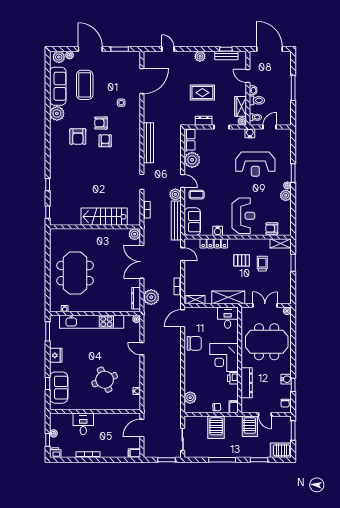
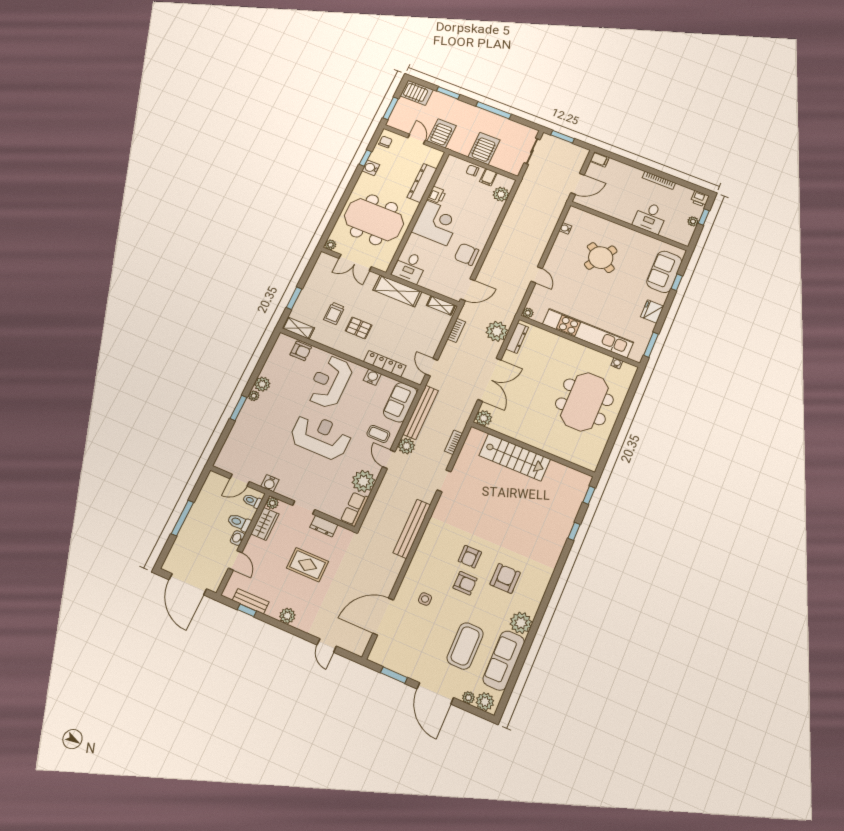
reception desk: (255, 164) -> (321, 436), moved
round table: (105, 380) -> (601, 258), turned -36
filing cabinet: (234, 407) -> (488, 177), moved

